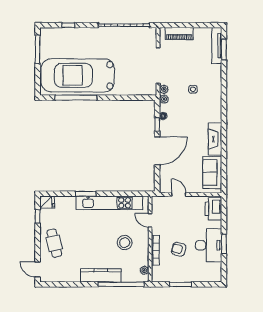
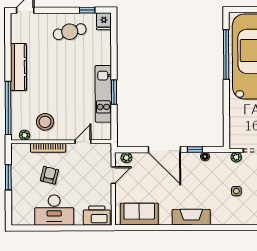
plant: (164, 99) -> (126, 158), moved
fireplace: (215, 139) -> (191, 217), moved
window: (86, 194) -> (114, 92), moved
kitchen unit: (109, 203) -> (103, 94), width x0.73
cafe table: (54, 243) -> (70, 32), moved
stool: (125, 243) -> (45, 122), moved
window: (224, 244) -> (56, 228), removed
kitchen counter: (101, 275) -> (19, 67), moved

